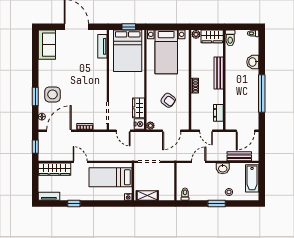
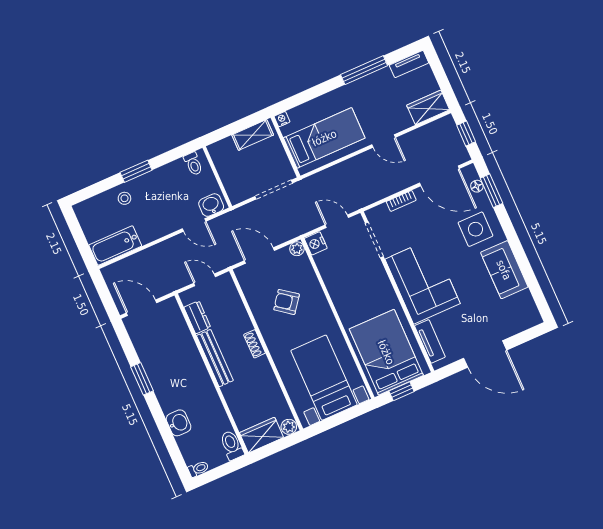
sofa: (47, 45) -> (504, 270), moved
bench: (219, 73) -> (215, 358), moved
corner sofa: (92, 79) -> (423, 281), added
window: (262, 93) -> (142, 379), width x0.47
window: (35, 97) -> (492, 191), moved
wardrobe: (138, 108) -> (329, 269), removed
door: (59, 131) -> (439, 176), hinge flipped
door: (172, 131) -> (259, 256), hinge flipped
door: (245, 131) -> (142, 308), hinge flipped
bench: (239, 156) -> (133, 263), removed
door: (199, 162) -> (194, 225), hinge flipped
washbasin: (223, 168) -> (211, 205), moved
wardrobe: (54, 169) -> (428, 107), width x0.67
bathtub: (252, 178) -> (115, 245), moved, turned -90
window: (74, 203) -> (364, 70), width x2.17

